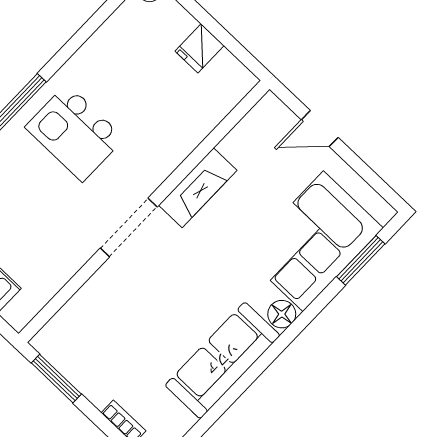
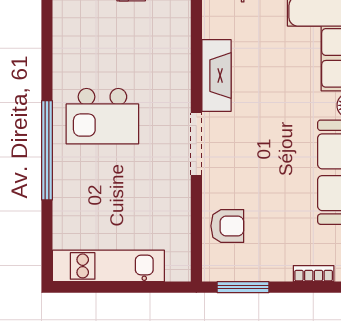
armchair: (91, 317) -> (227, 226), added

